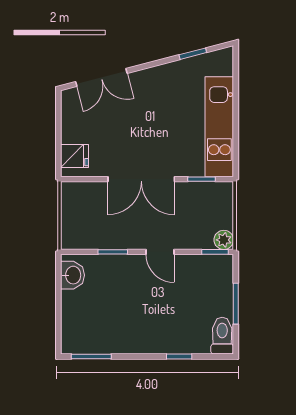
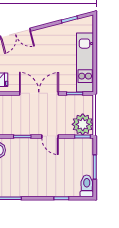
double door: (141, 179) -> (39, 93), swing flipped
plant: (224, 240) -> (83, 124), width x1.88, depth x1.88

